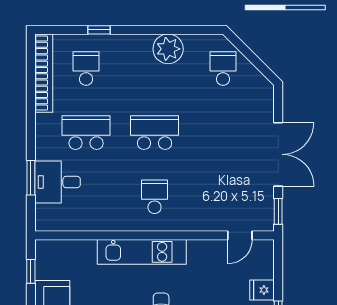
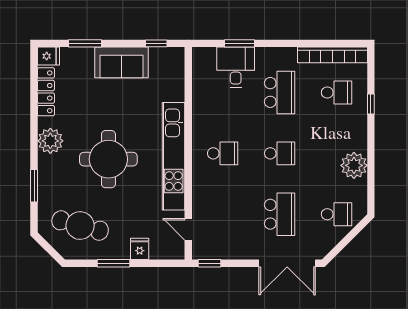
school desk: (155, 133) -> (280, 153), width x0.54
school desk: (223, 133) -> (280, 214), added
double door: (278, 154) -> (287, 263), moved
kitchen unit: (142, 252) -> (174, 156), width x1.36

